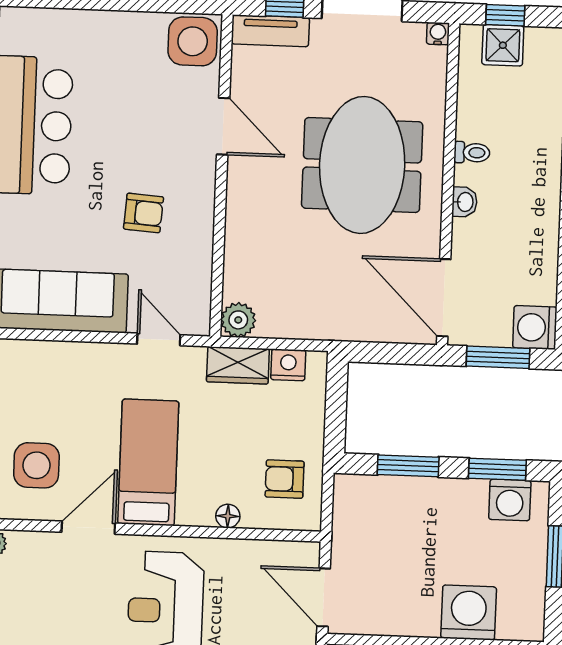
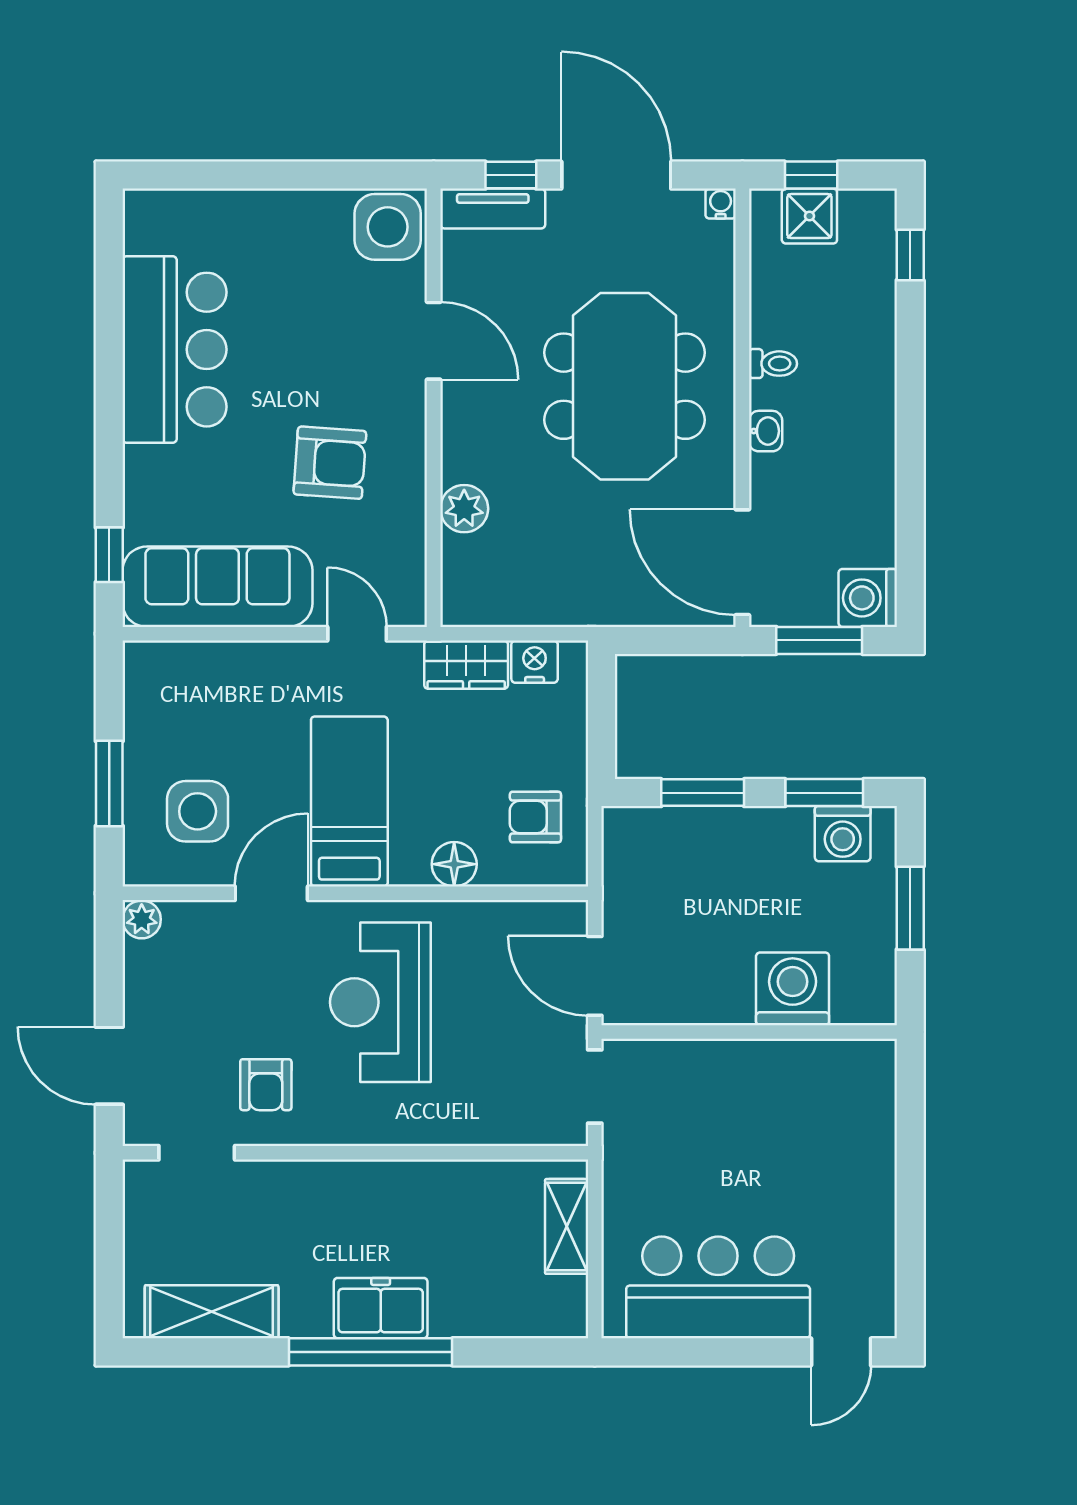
armchair: (144, 213) -> (330, 463), width x1.38, depth x1.38
plant: (238, 320) -> (464, 509), moved
floor lamp: (228, 516) -> (454, 864), width x1.37, depth x1.37

